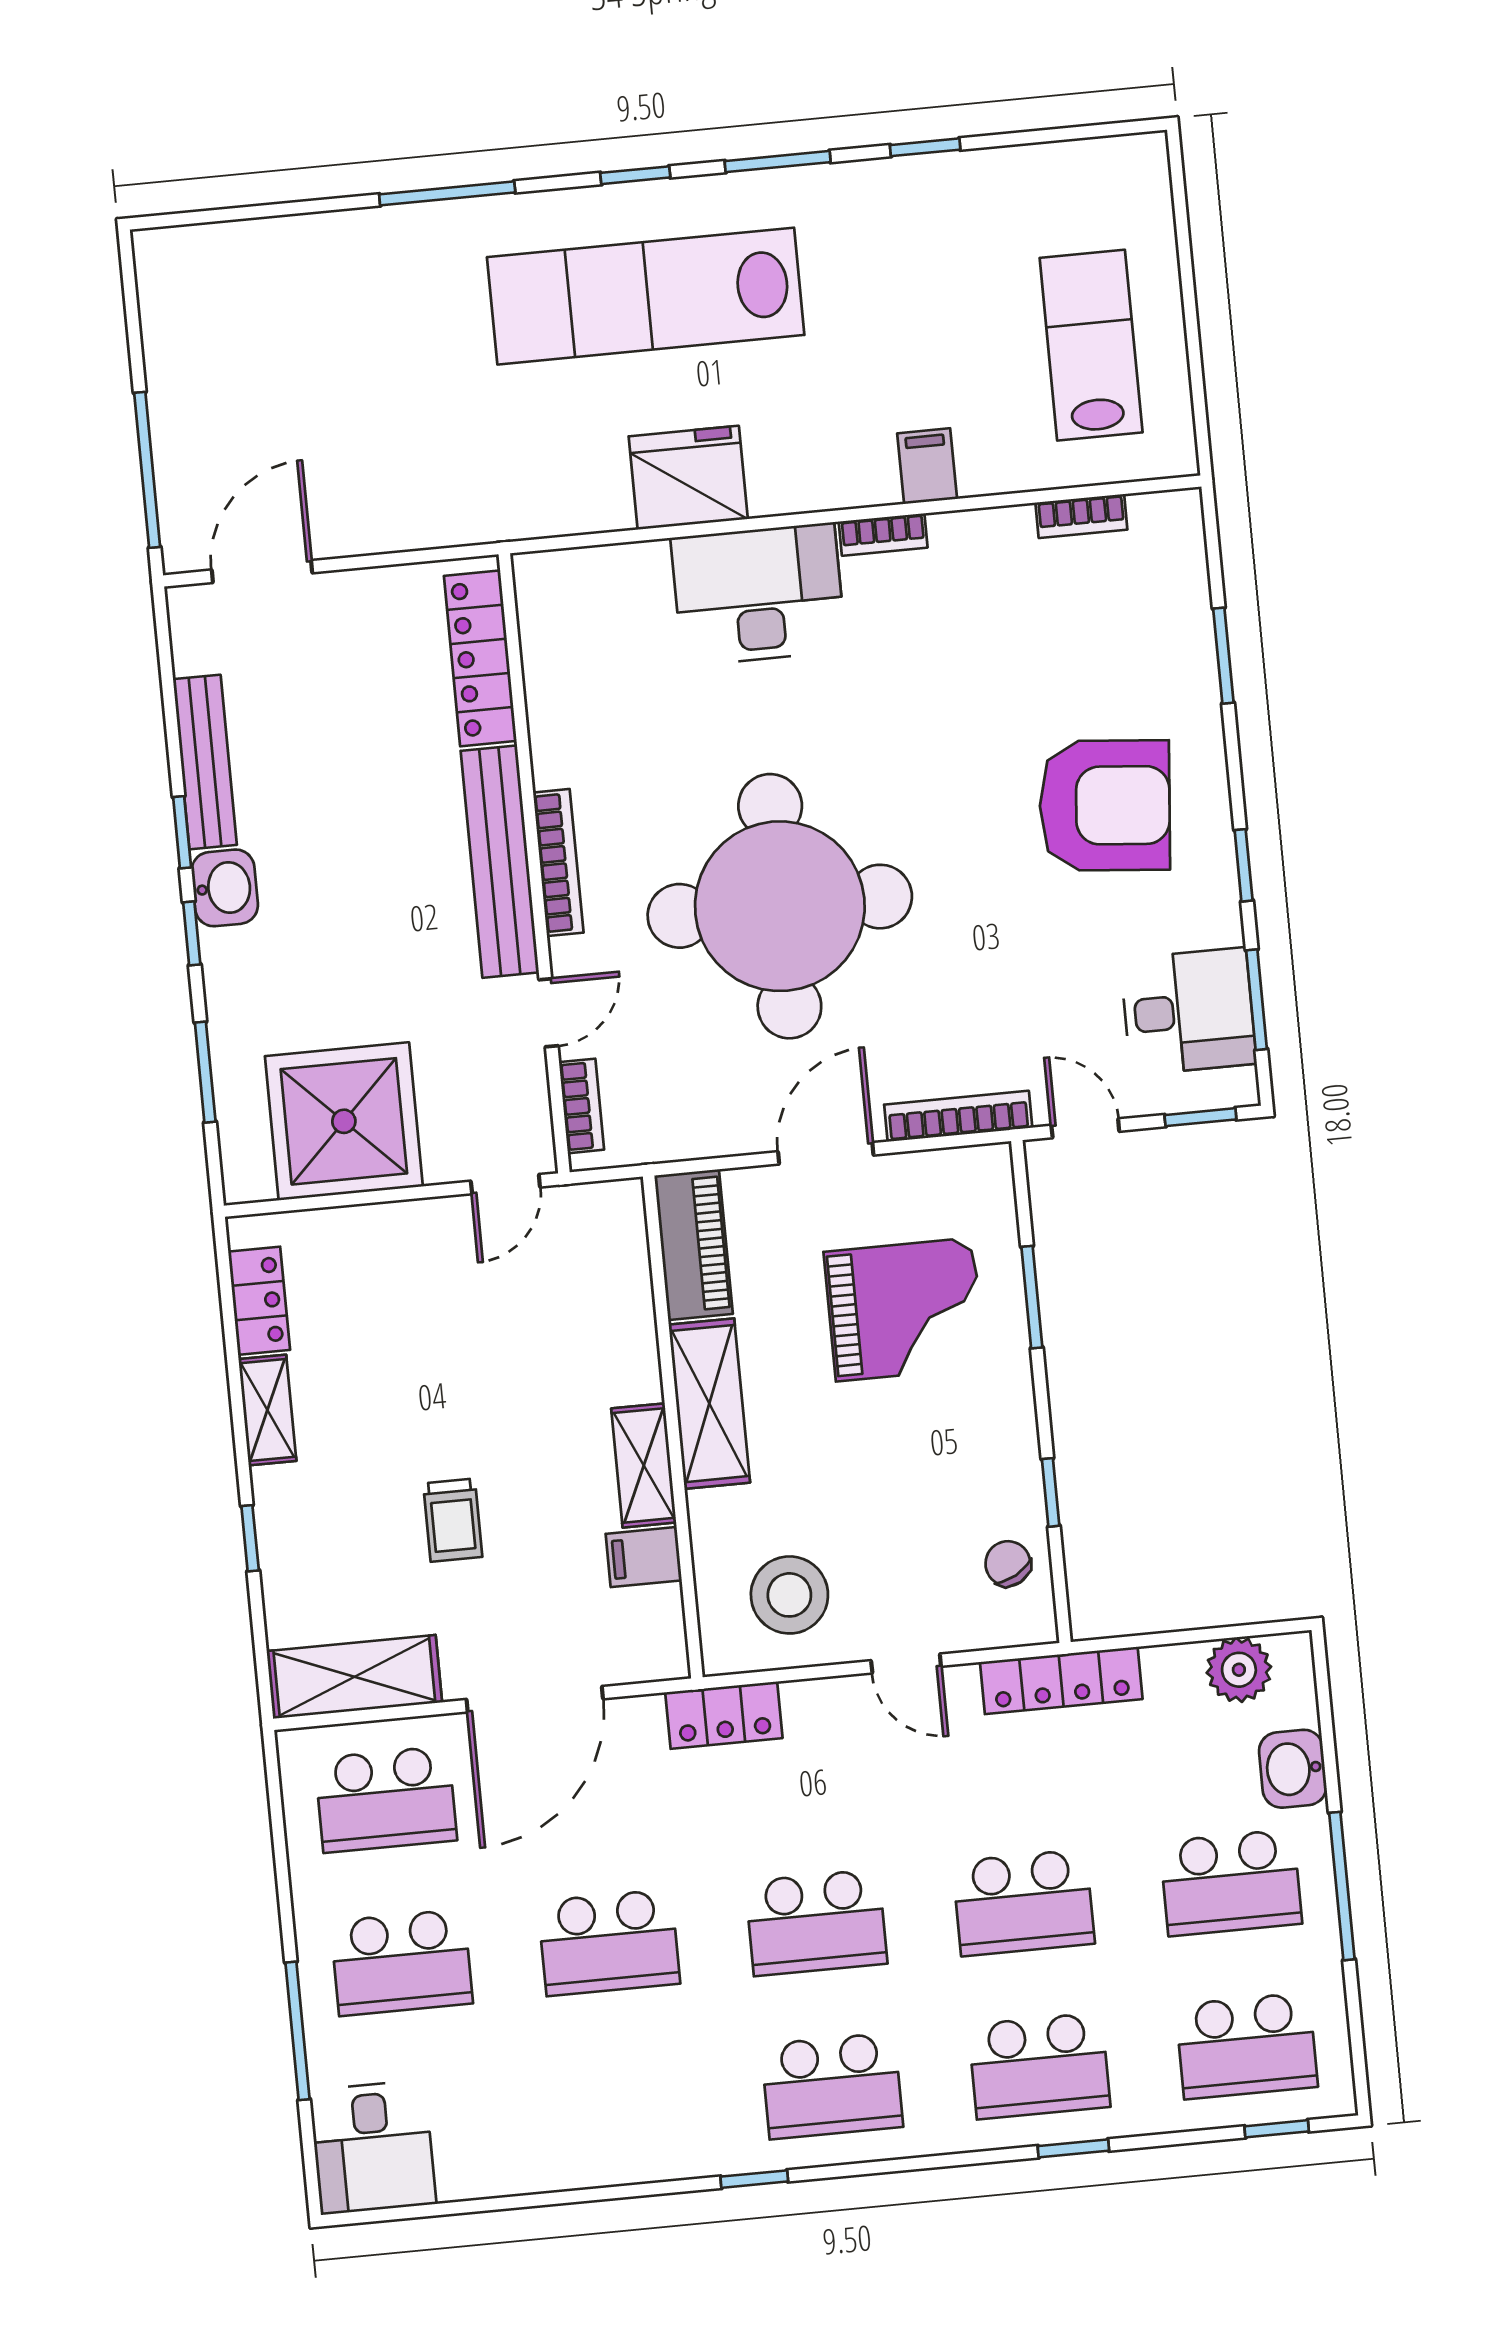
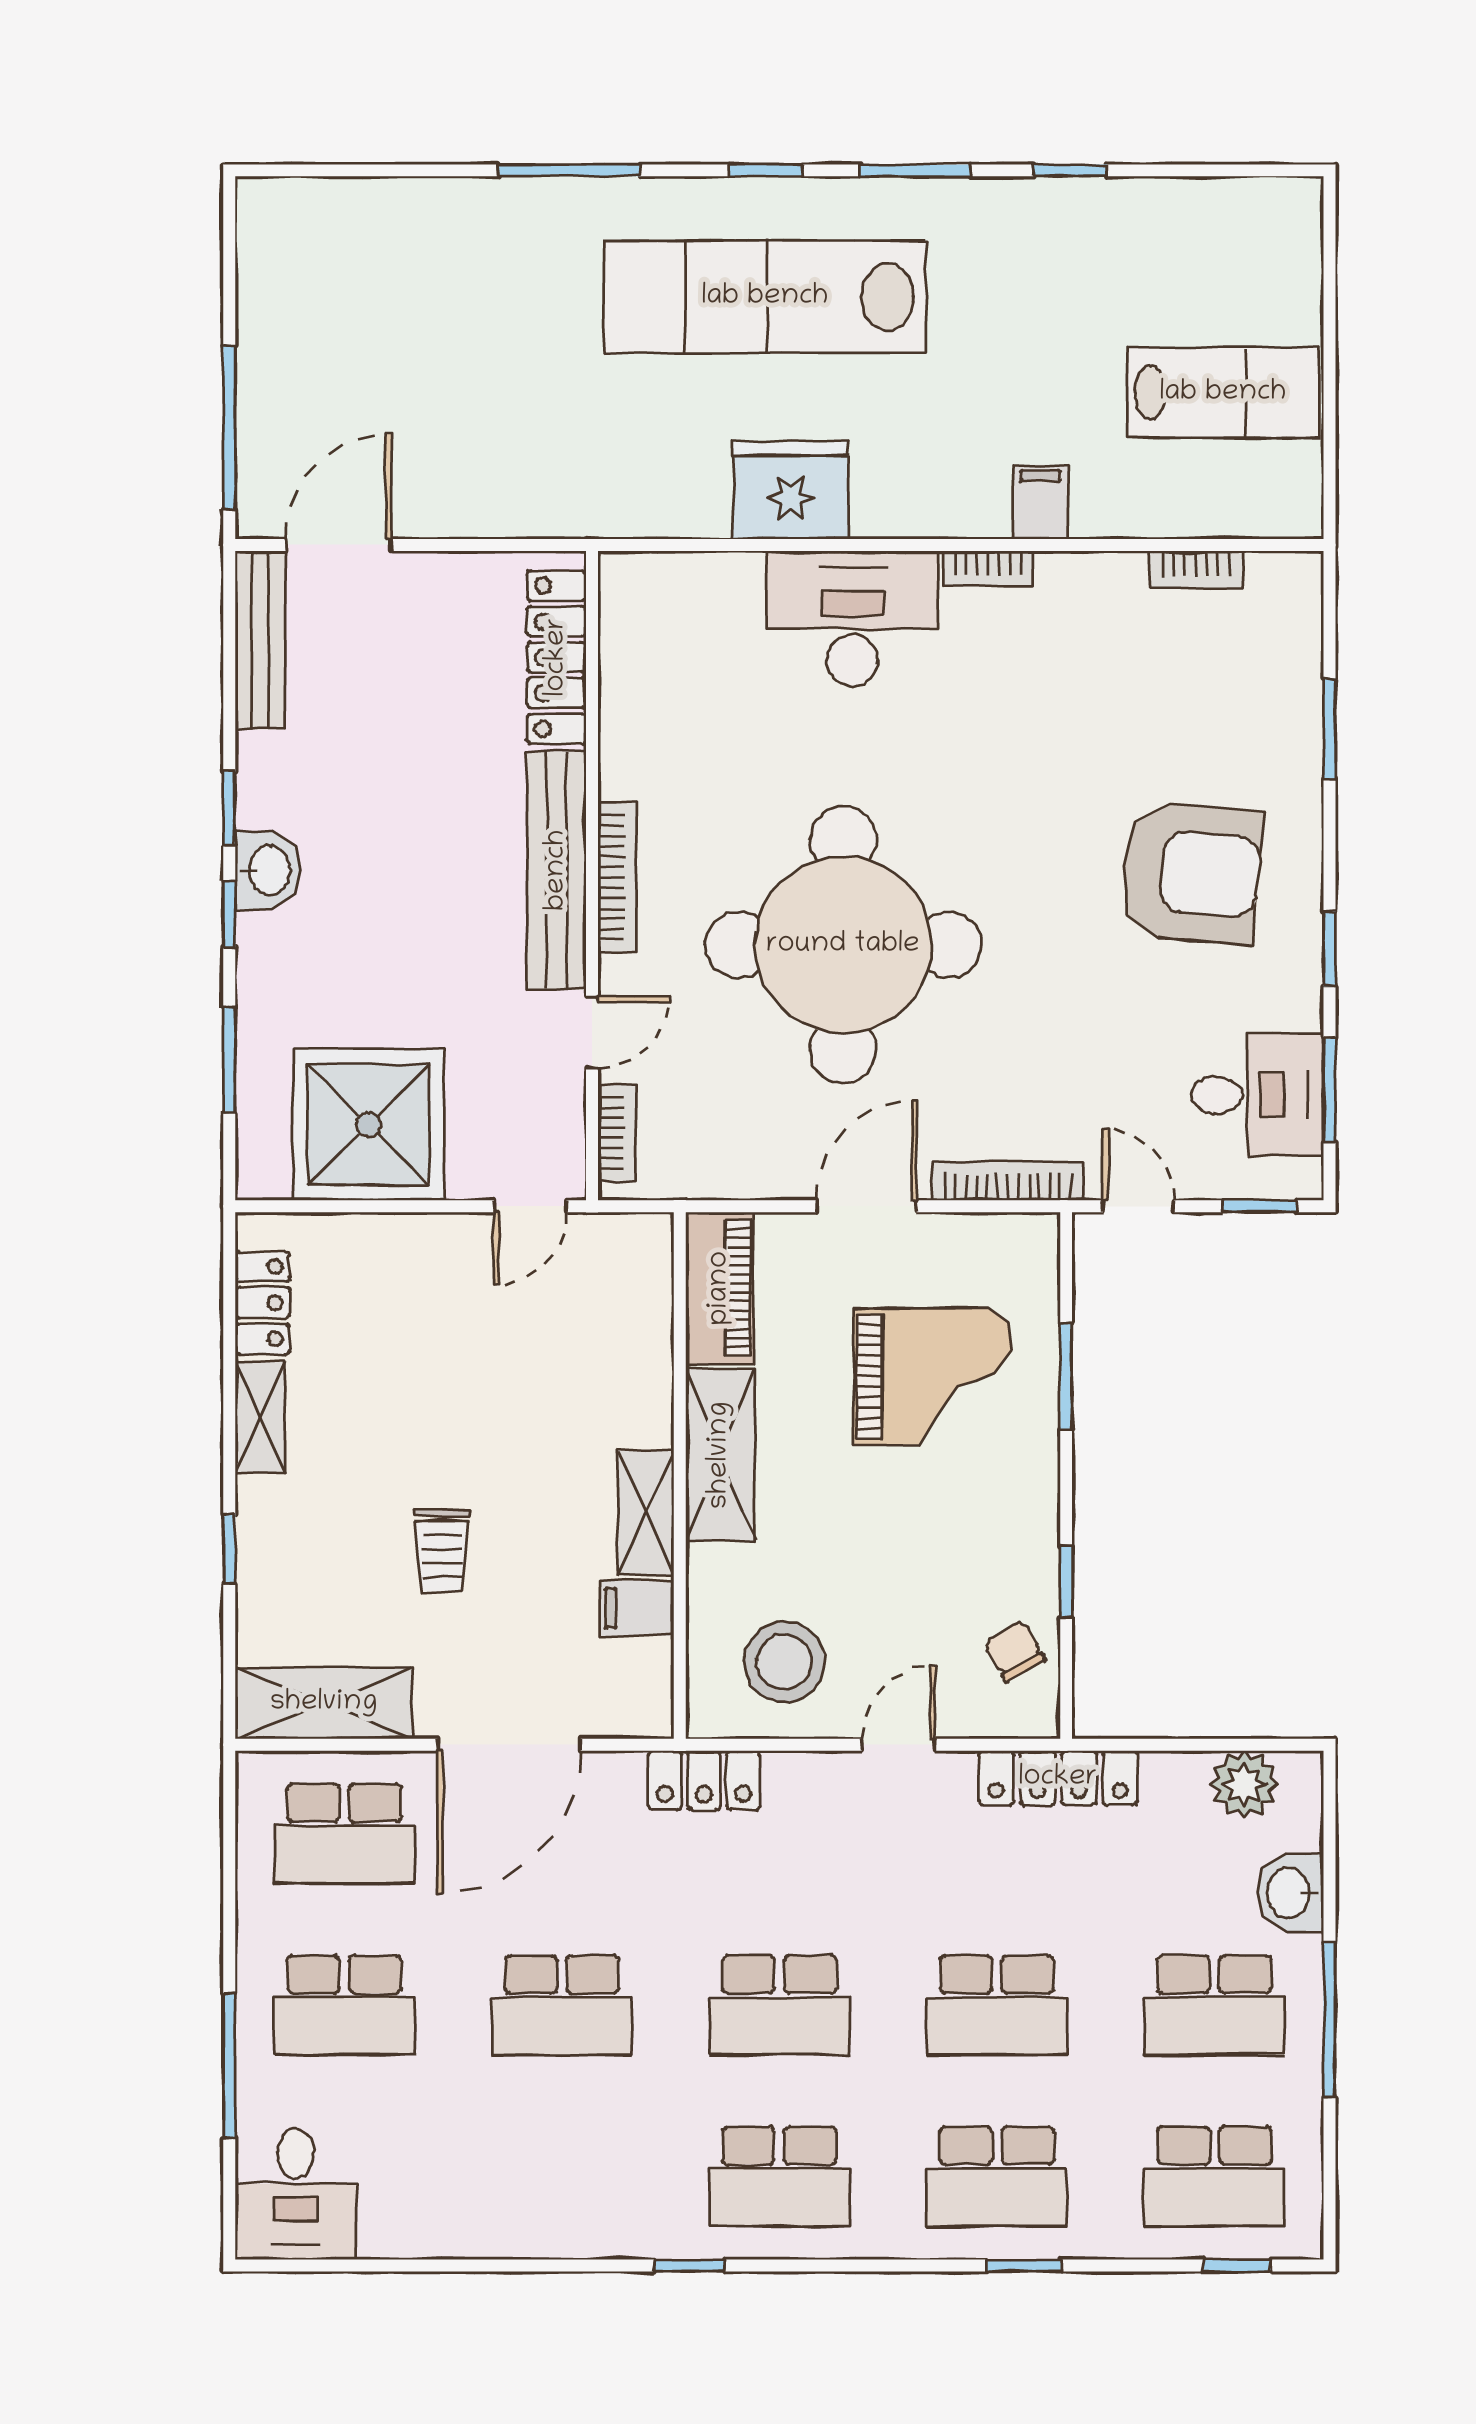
lab bench: (1091, 345) -> (1223, 393), turned 90
bench: (205, 762) -> (260, 640), moved
door: (906, 1663) -> (899, 1745), swing flipped

